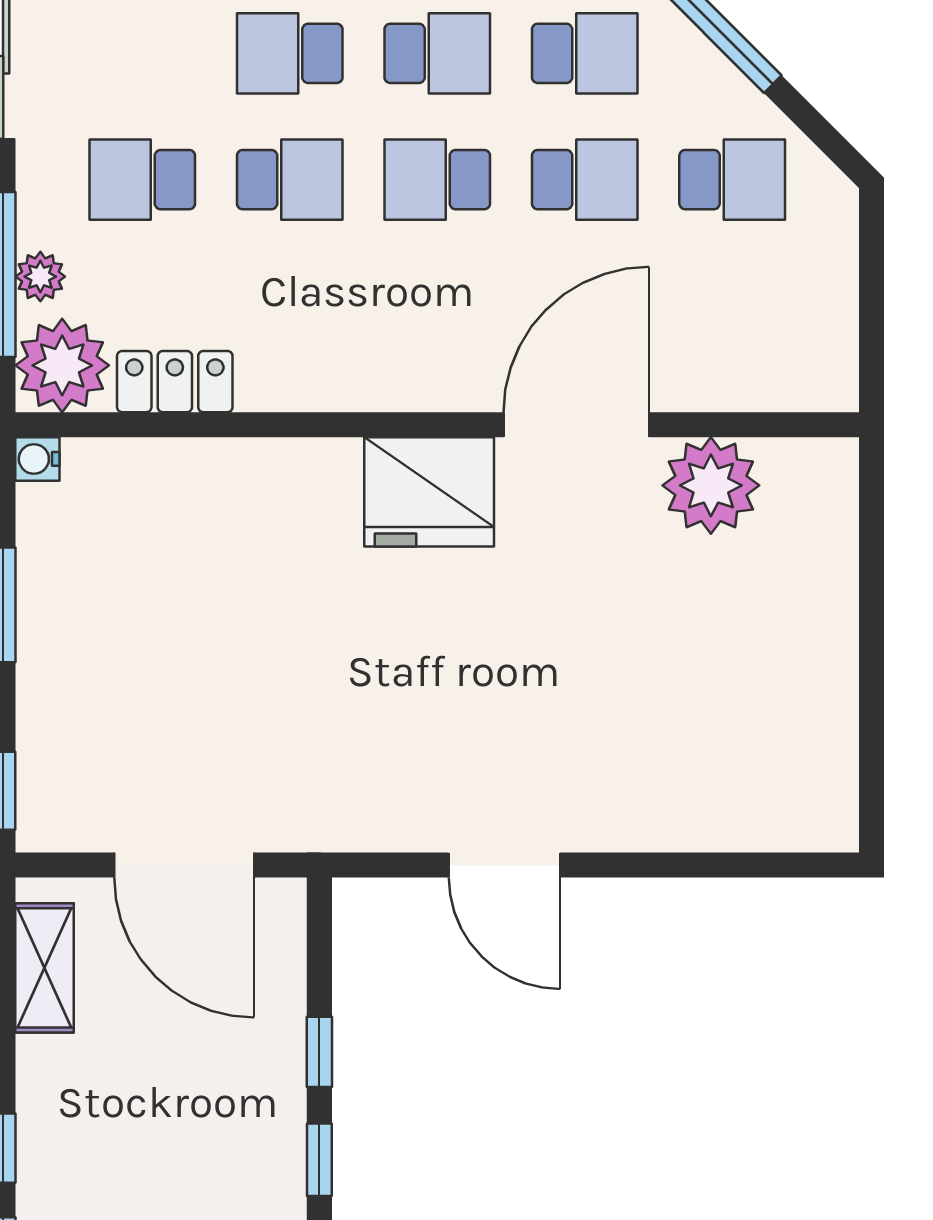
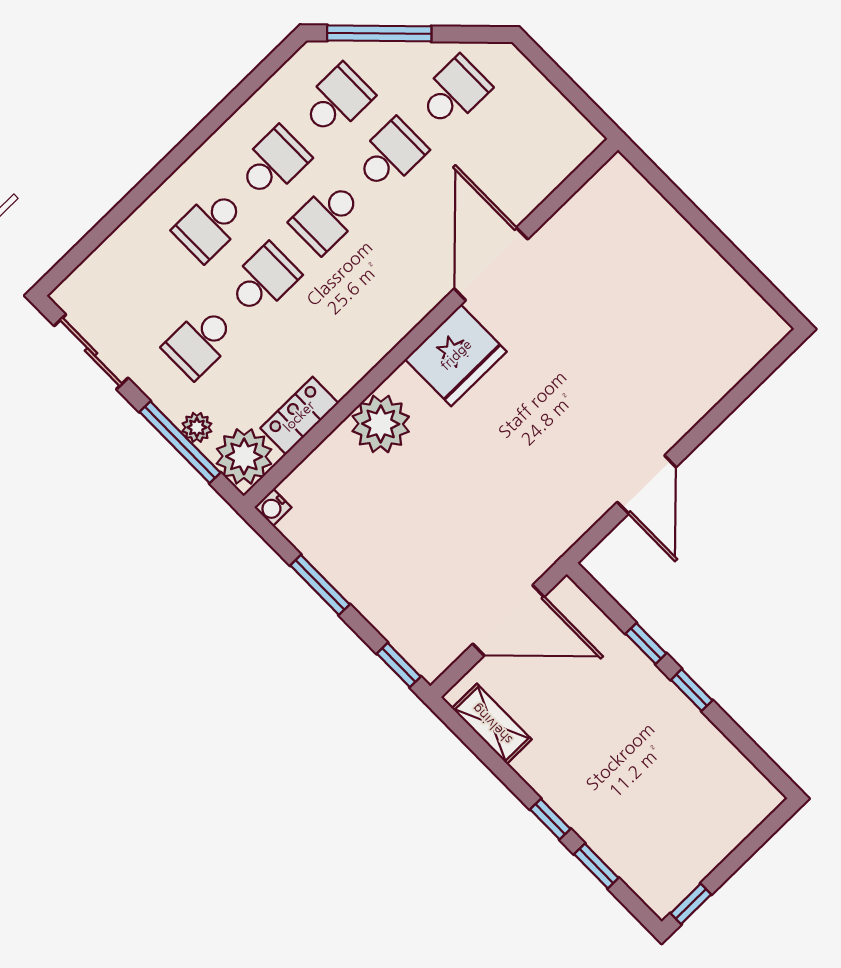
plant: (711, 485) -> (381, 424), moved
door: (504, 865) -> (647, 485), hinge flipped

